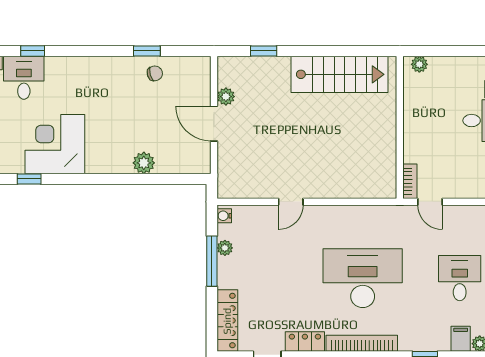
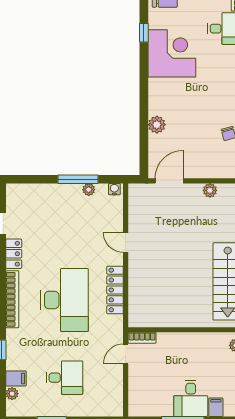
door: (214, 124) -> (169, 181), moved
locker: (227, 321) -> (115, 290), moved, turned 90

